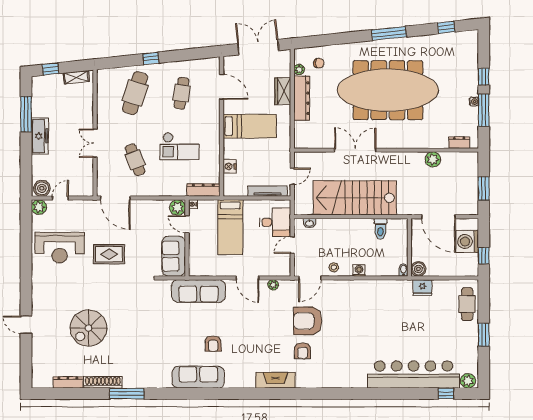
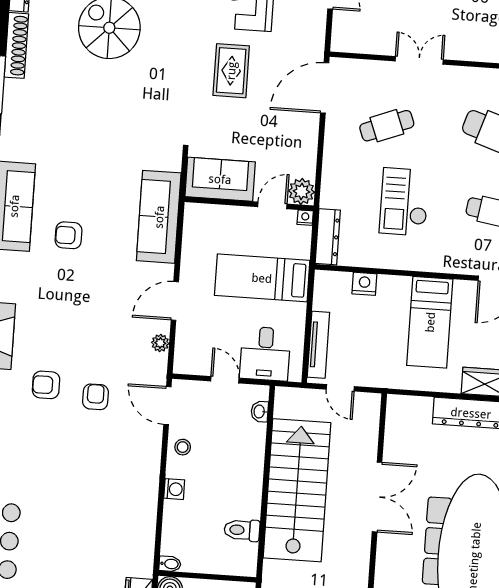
armchair: (308, 321) -> (95, 397), width x0.53, depth x0.53

